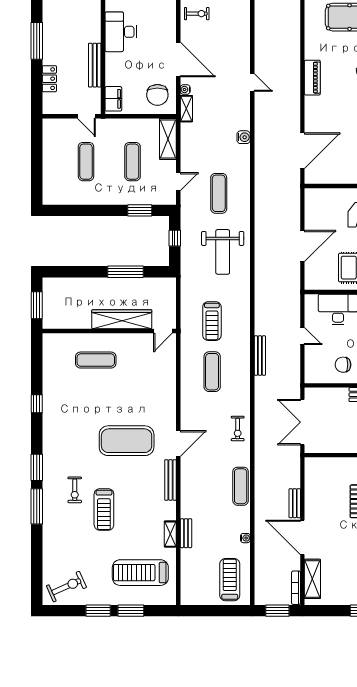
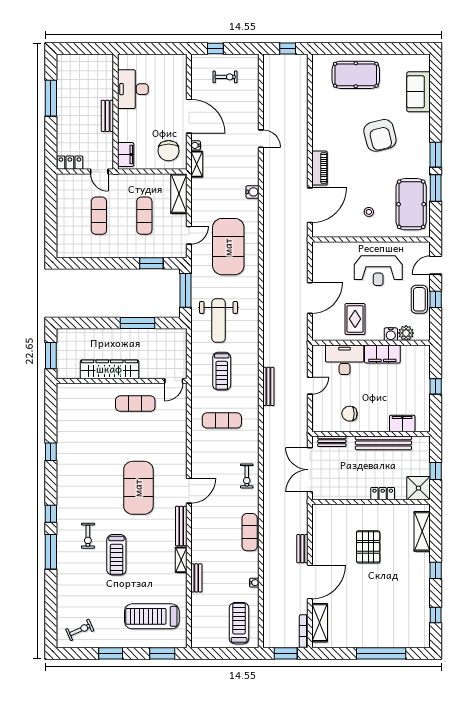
exercise bike: (197, 14) -> (225, 77), moved
bench: (95, 65) -> (107, 116), width x0.73
piano: (312, 78) -> (320, 168), moved
locker: (49, 79) -> (70, 163), moved, turned -90
exercise mat: (219, 193) -> (228, 247), width x2.00, depth x1.45
window: (175, 238) -> (185, 290), width x2.17
weight bench: (223, 252) -> (219, 321), moved
wardrobe: (122, 319) -> (109, 369), moved
door: (302, 336) -> (310, 386), hinge flipped
bench: (260, 356) -> (268, 386), moved
exercise mat: (96, 360) -> (135, 404), moved
exercise mat: (212, 372) -> (222, 420), turned 90
bench: (325, 393) -> (332, 441), added
exercise mat: (127, 441) -> (138, 488), turned 90
window: (37, 467) -> (51, 514), width x0.67
shelving: (170, 534) -> (181, 560), moved
door: (302, 537) -> (310, 582), swing flipped
exercise bike: (66, 587) -> (80, 630), width x0.73, depth x0.72
window: (131, 611) -> (162, 653), moved

